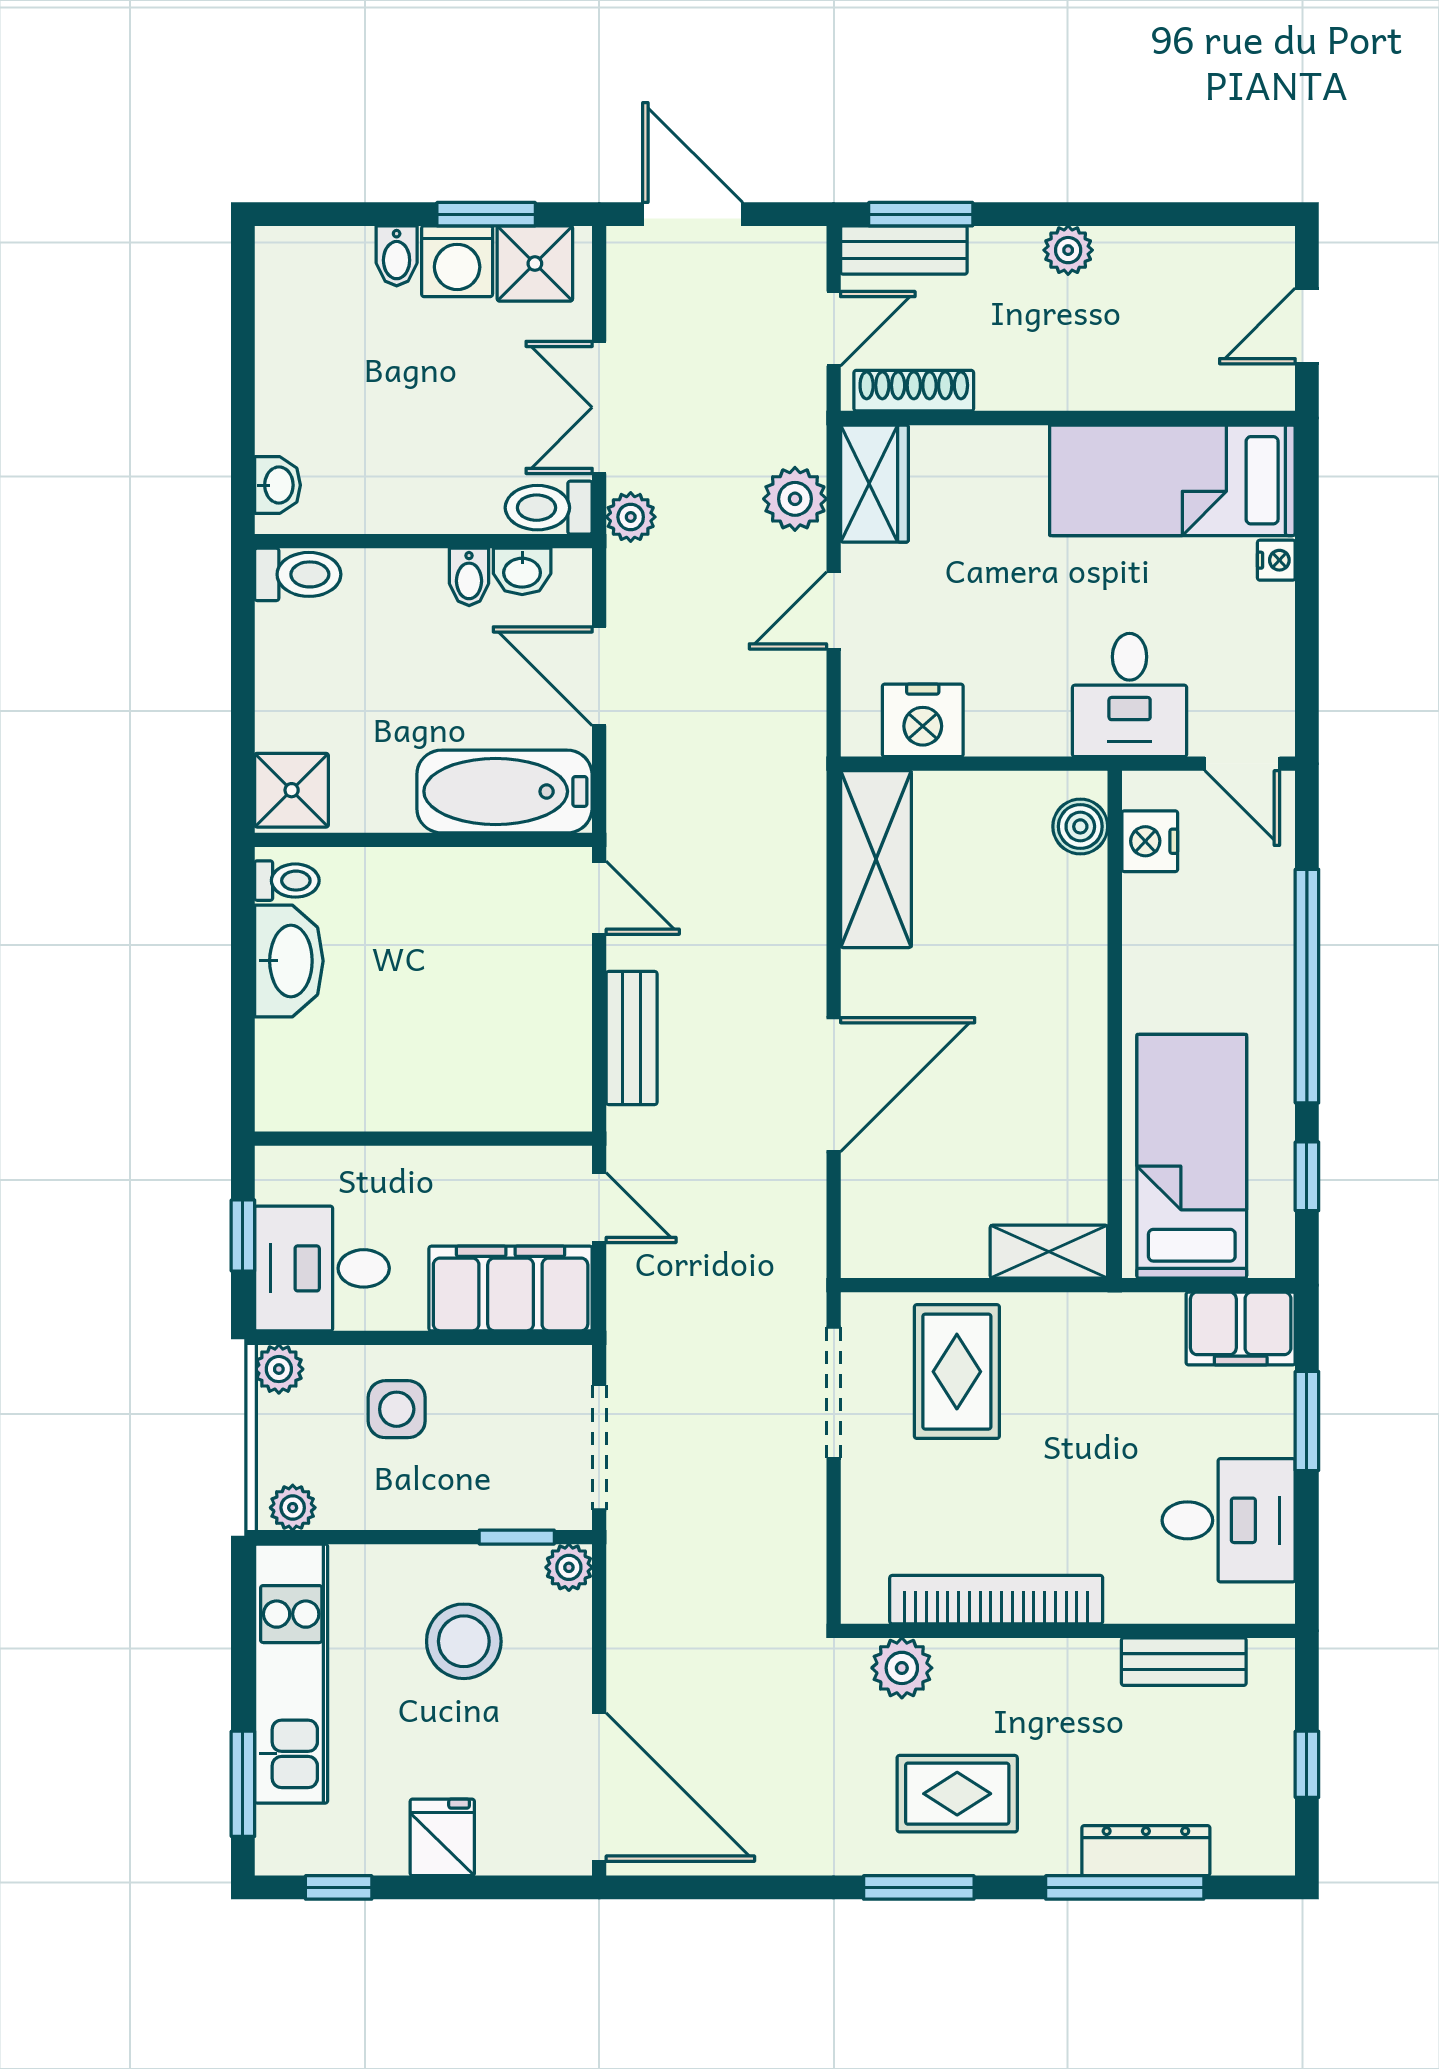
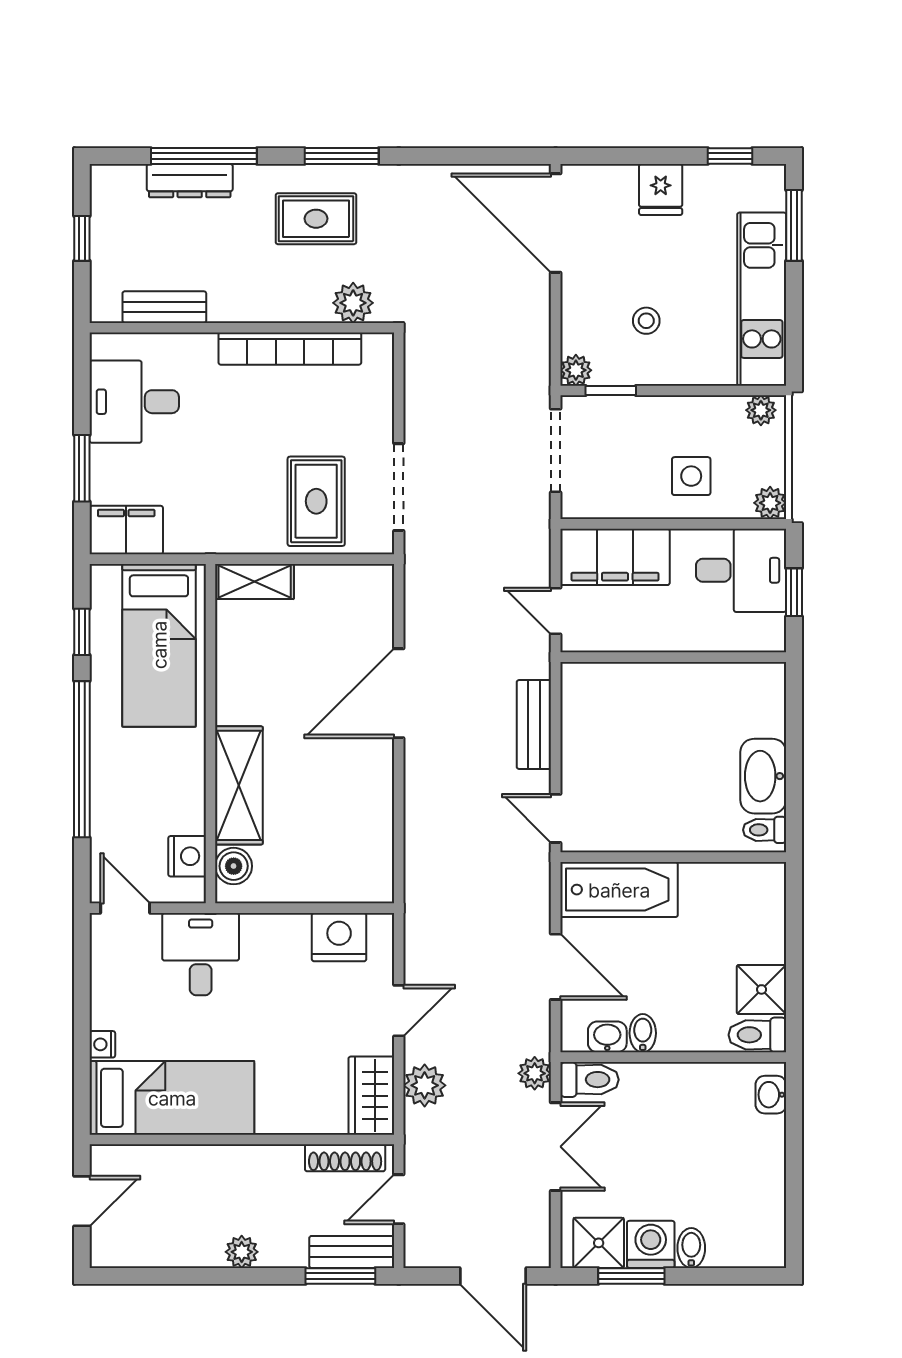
shower: (292, 790) -> (762, 989), moved
shelving: (876, 859) -> (239, 785), moved
stool: (464, 1641) -> (646, 321), width x0.53, depth x0.53

